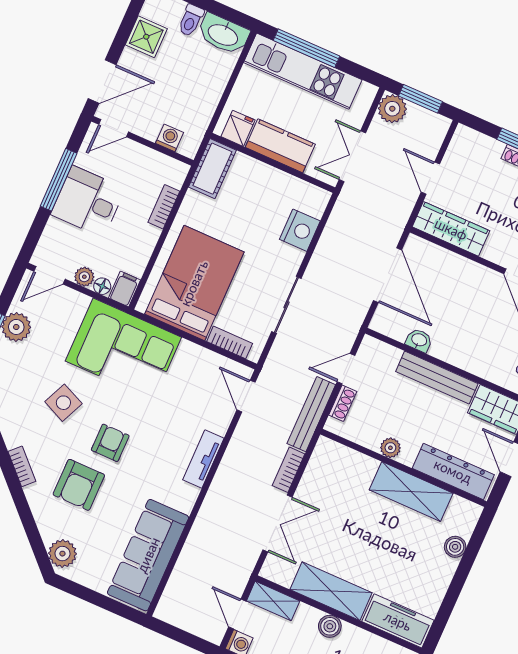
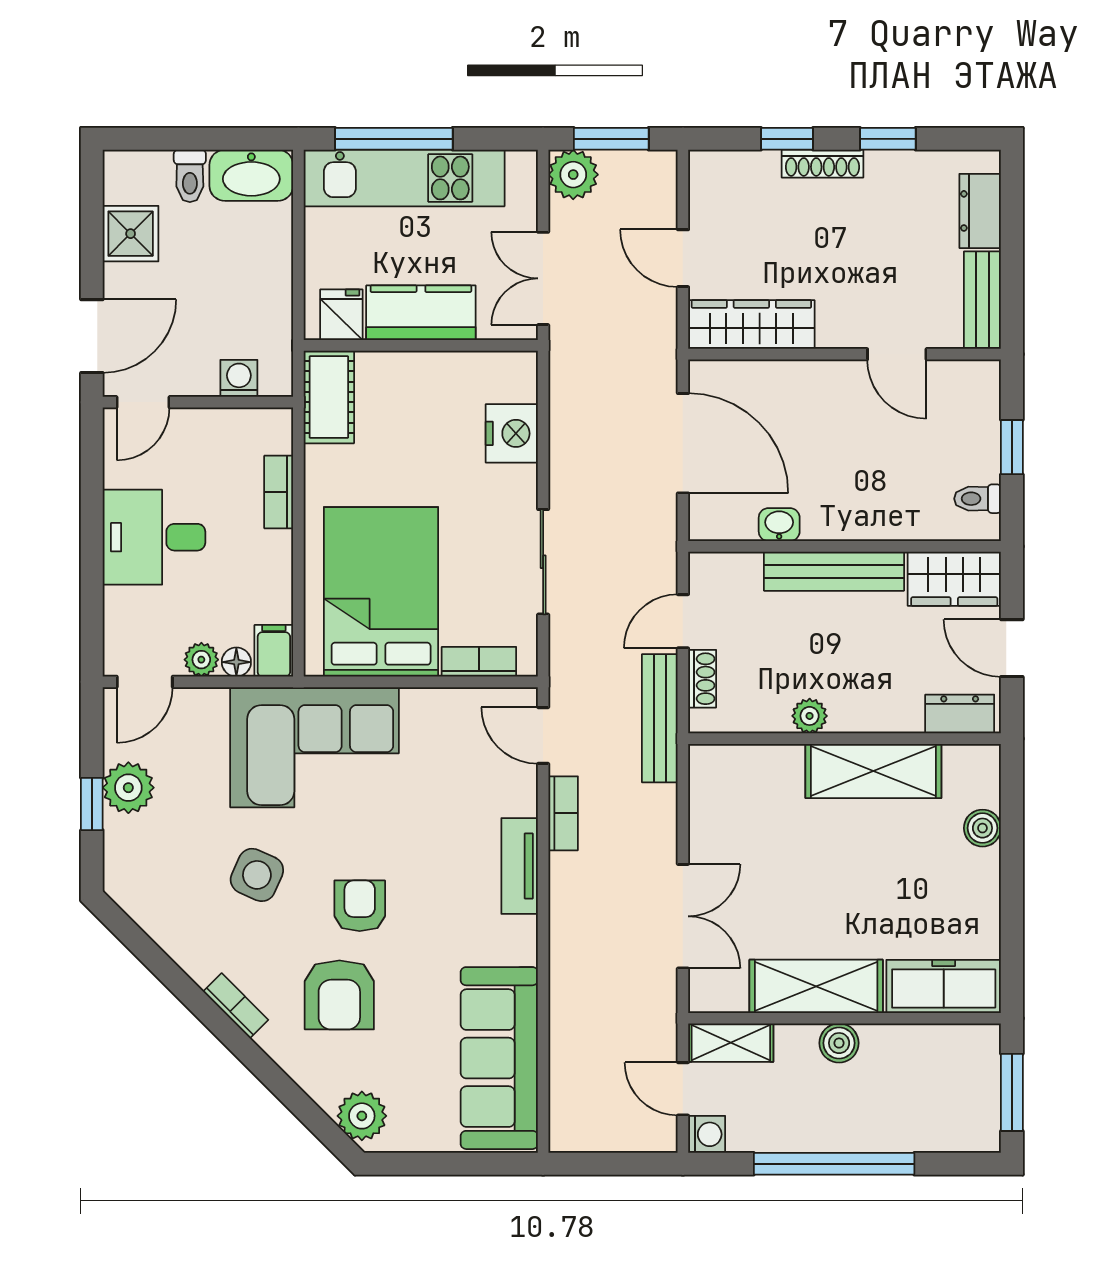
window: (59, 180) -> (92, 523), removed
bookcase: (289, 470) -> (563, 813), moved, turned 180
dresser: (453, 471) -> (960, 714), width x0.51, depth x0.80

